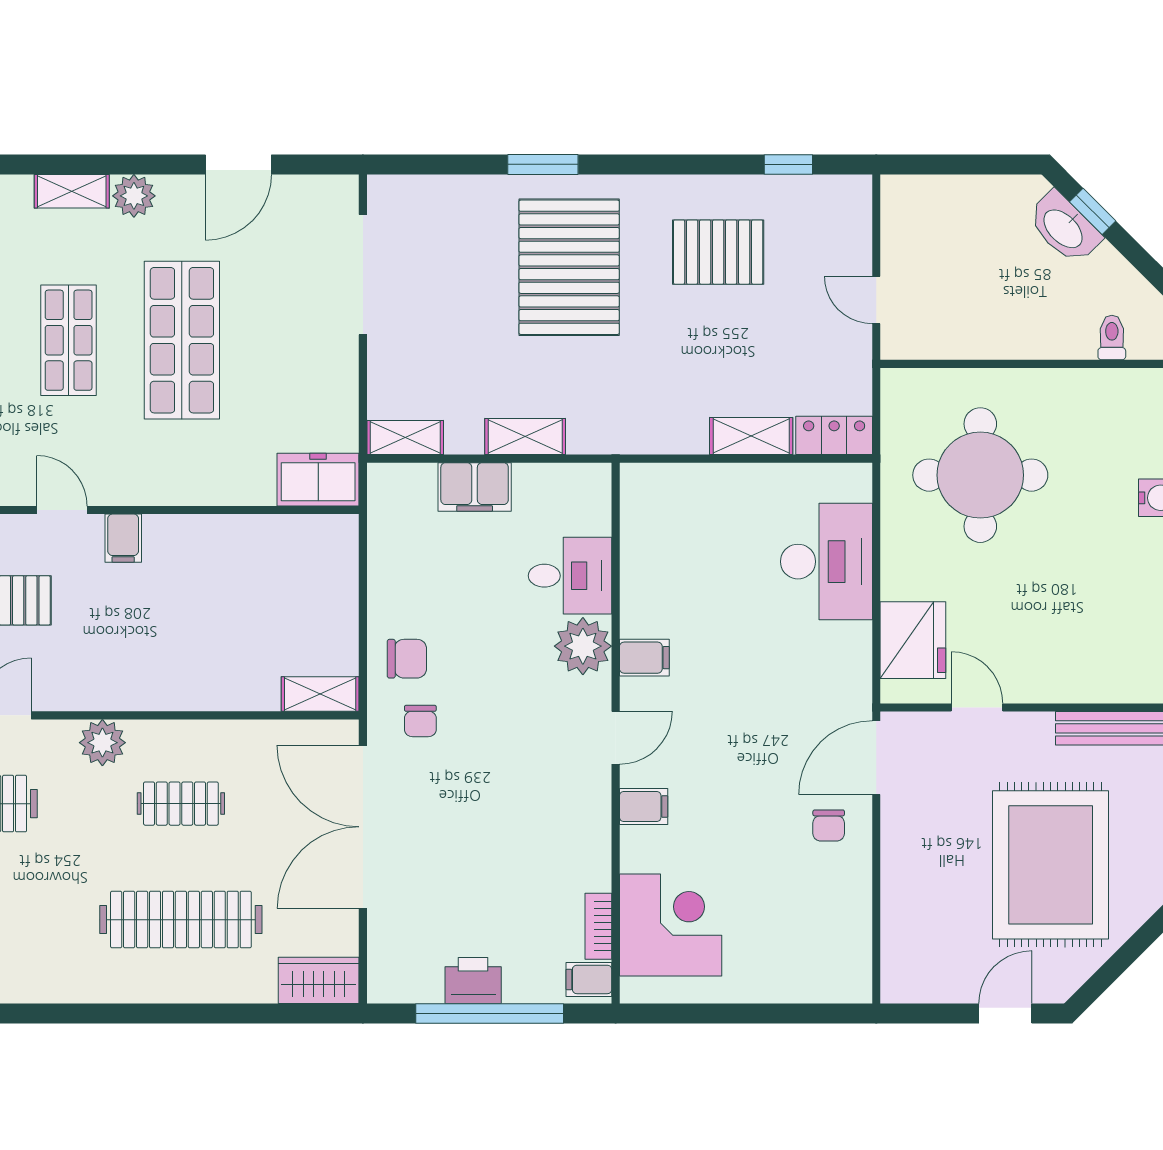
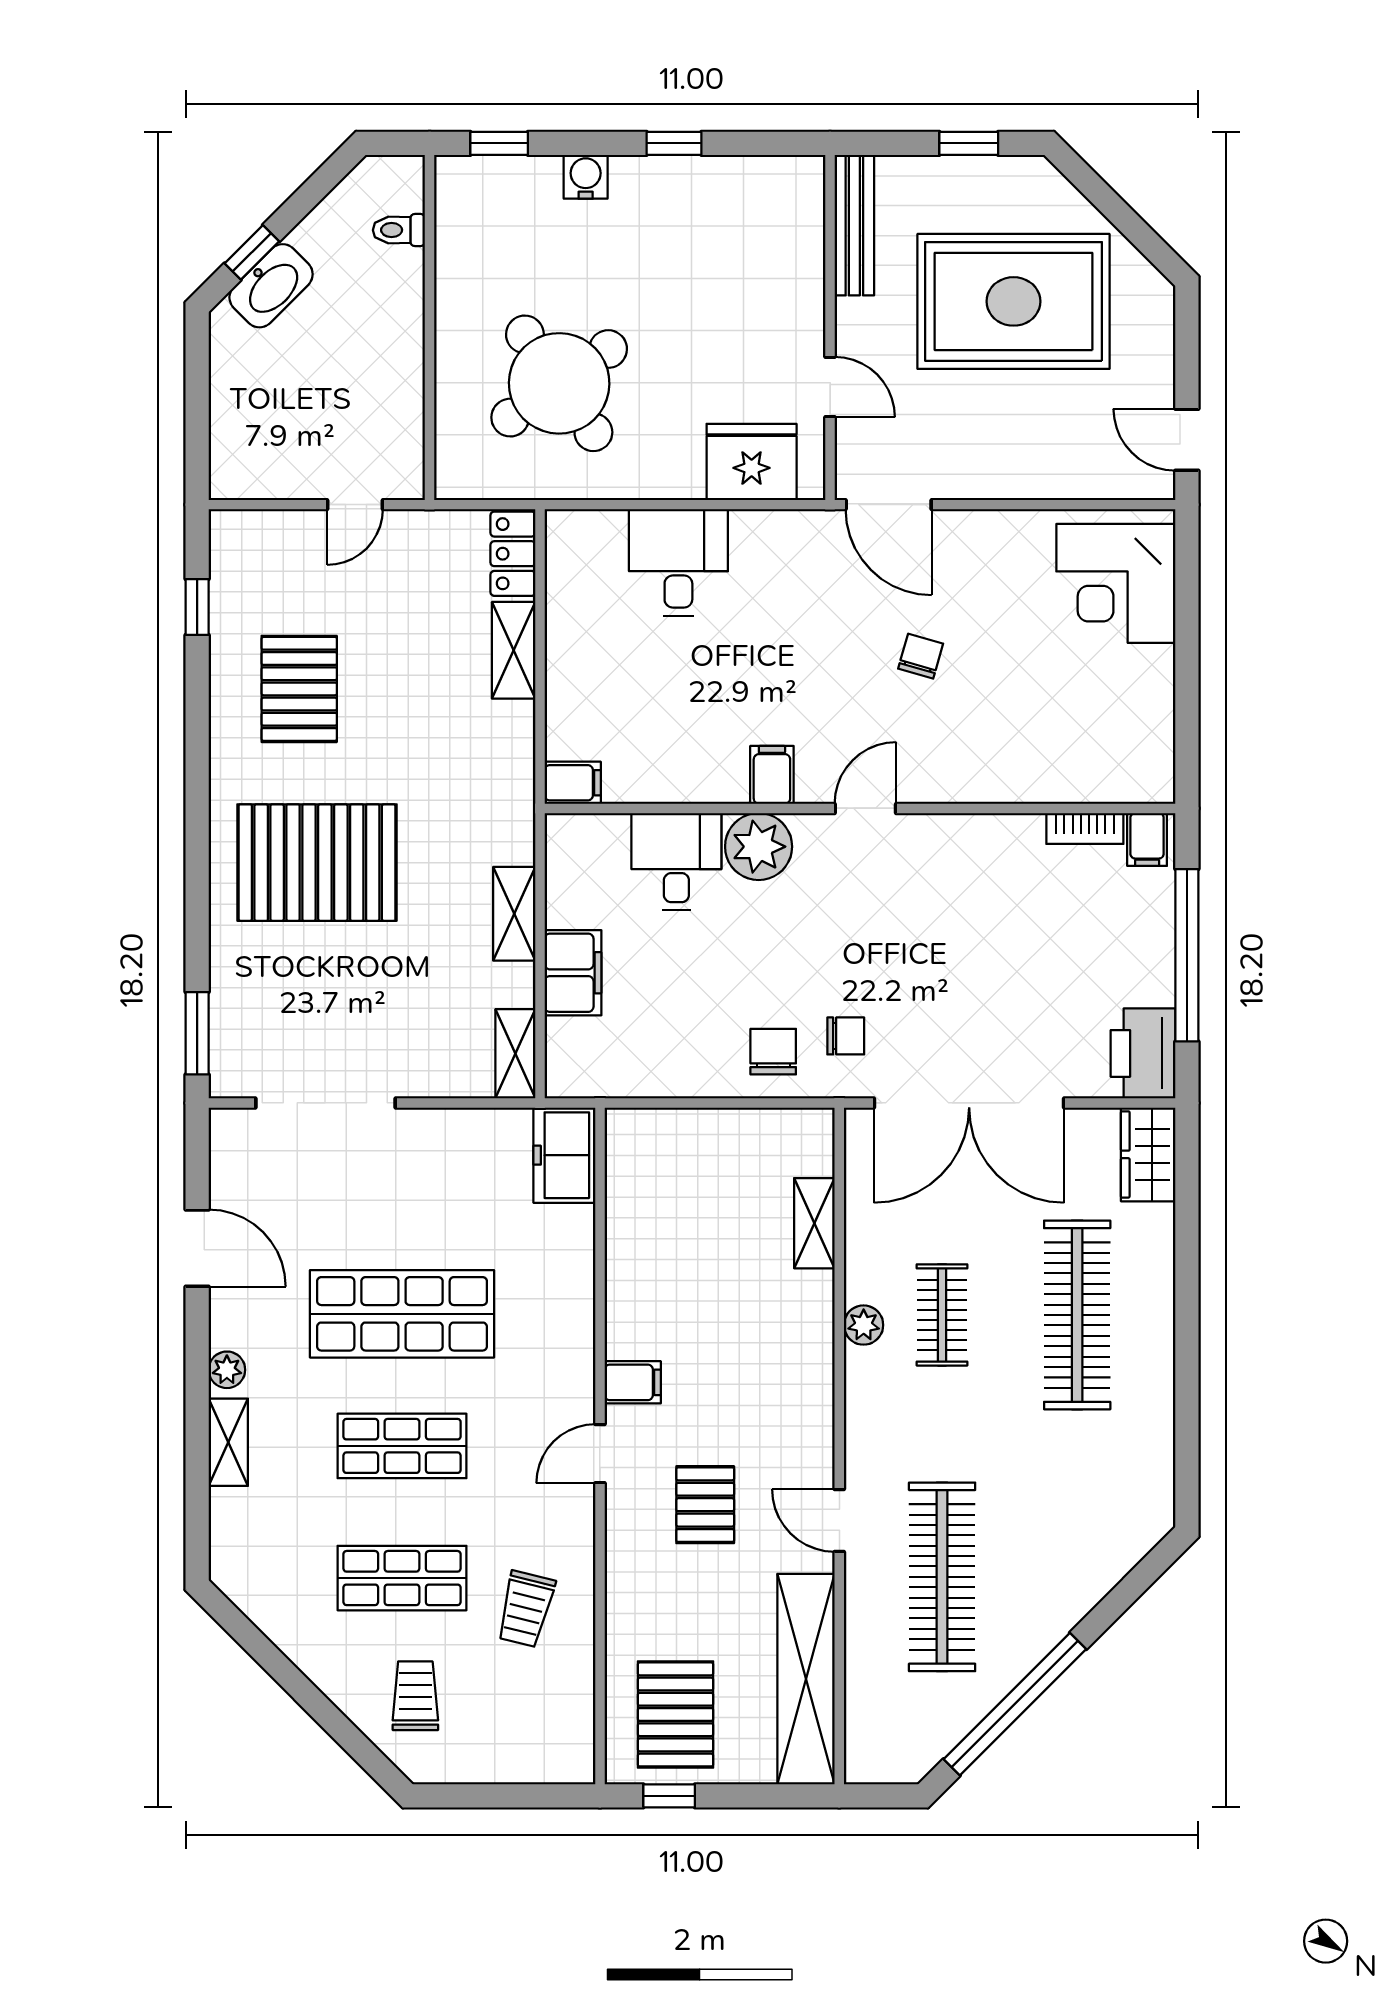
window: (543, 164) -> (197, 1033), moved
plant: (134, 196) -> (227, 1370), width x0.73, depth x0.73
round table: (980, 475) -> (559, 383), turned -35
desk: (826, 562) -> (678, 563), width x0.73
shelving: (320, 694) -> (814, 1223), moved
door: (977, 708) -> (830, 387), swing flipped
door: (616, 738) -> (865, 808), hinge flipped
plant: (102, 743) -> (864, 1325), moved, width x0.73, depth x0.73
filing cabinet: (644, 806) -> (573, 783), moved, turned 90
chair: (829, 825) -> (921, 656), moved, turned -74
corner desk: (671, 925) -> (1116, 583), moved, turned -90
printer: (473, 980) -> (1143, 1053), moved, width x1.37, depth x1.19
door: (1005, 1014) -> (1187, 440), moved

